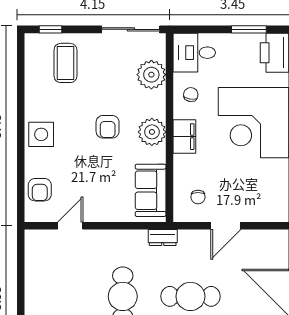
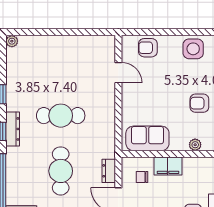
plant: (152, 132) -> (195, 145), width x0.53, depth x0.53
filing cabinet: (184, 137) -> (168, 166), moved
dresser: (163, 238) -> (109, 171), moved

